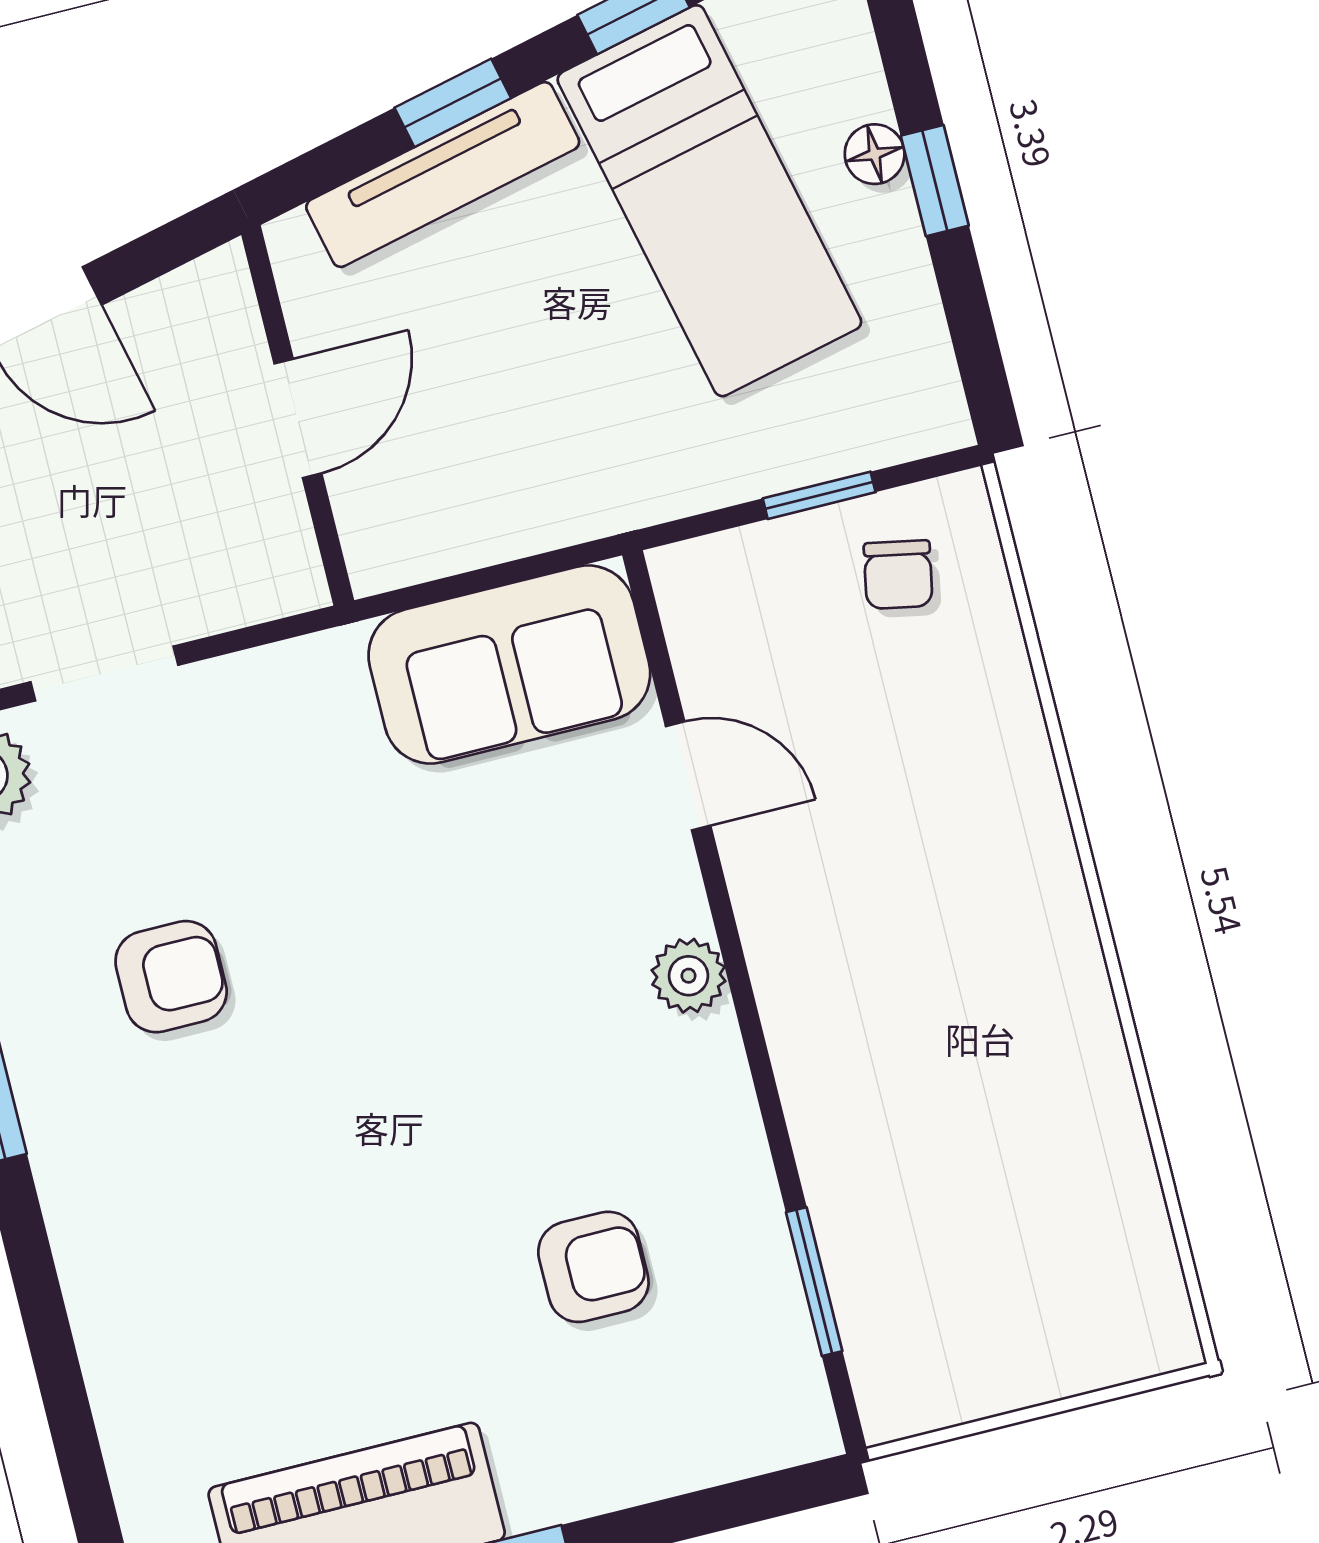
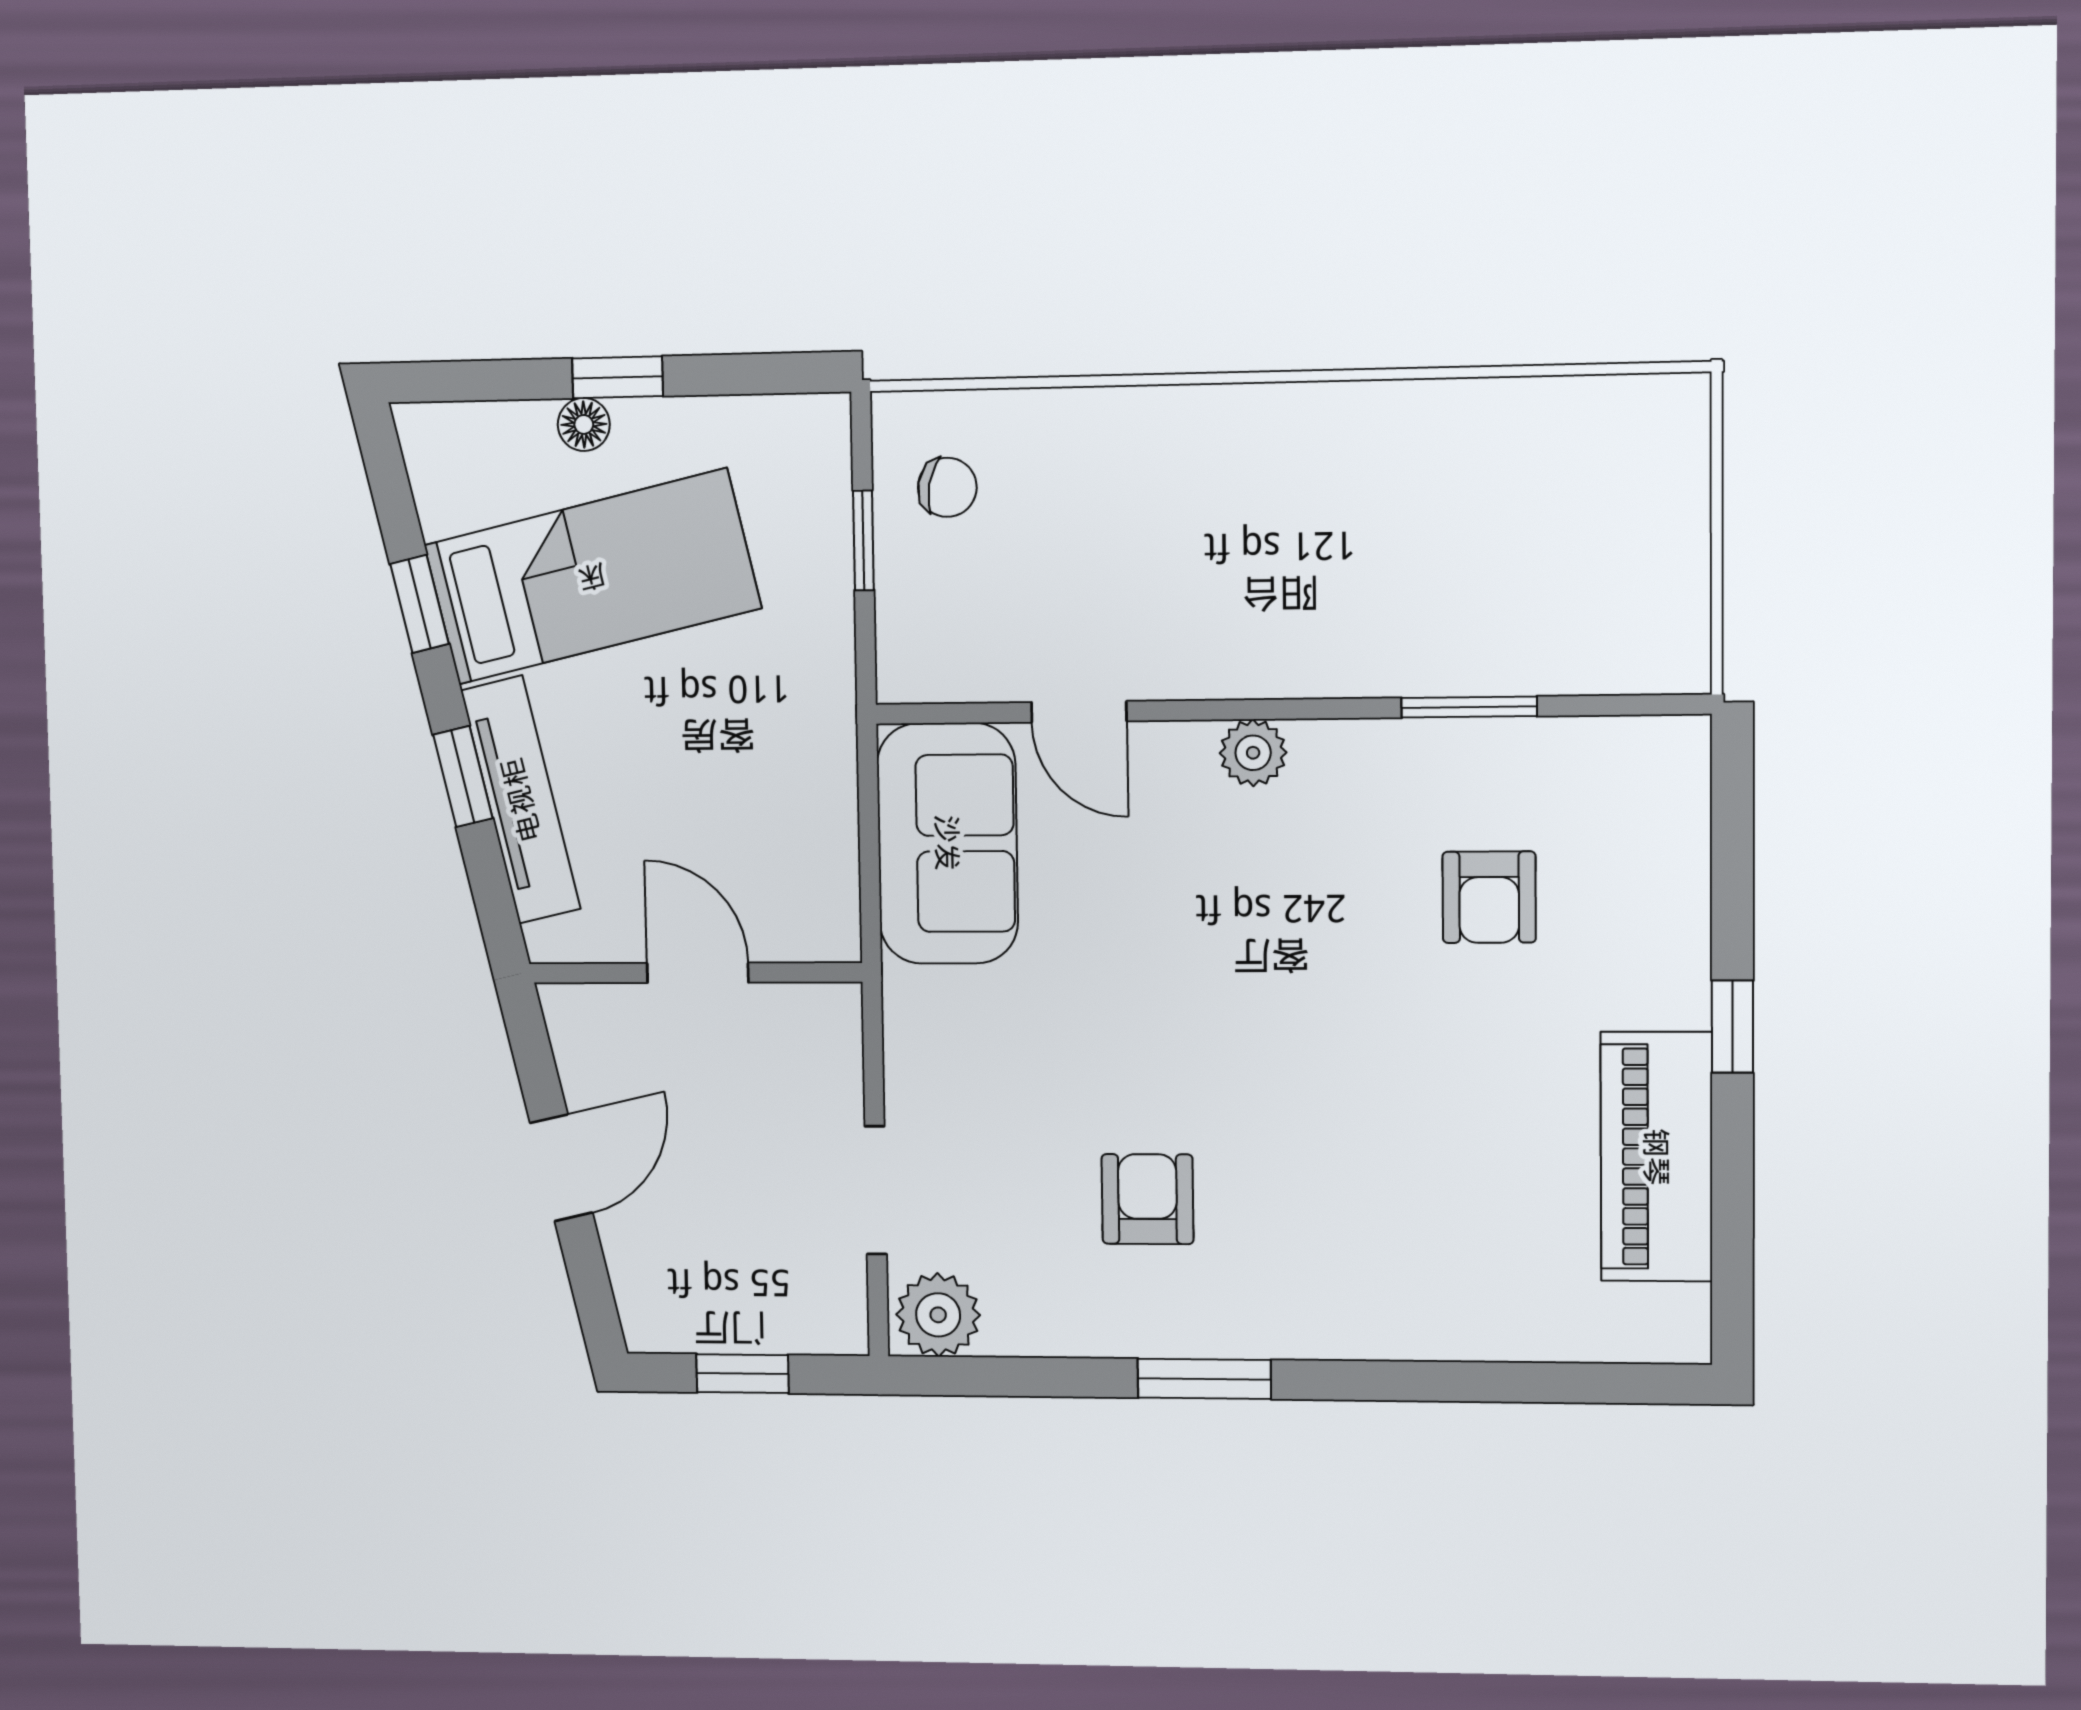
door: (688, 776) -> (1079, 712), swing flipped
armchair: (593, 1267) -> (1489, 897), turned 180
window: (814, 1282) -> (1469, 707), moved

